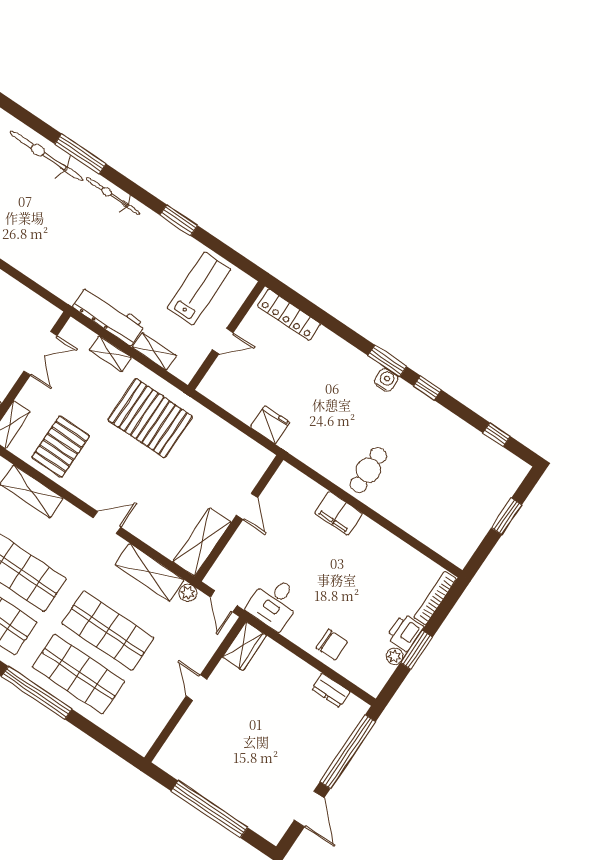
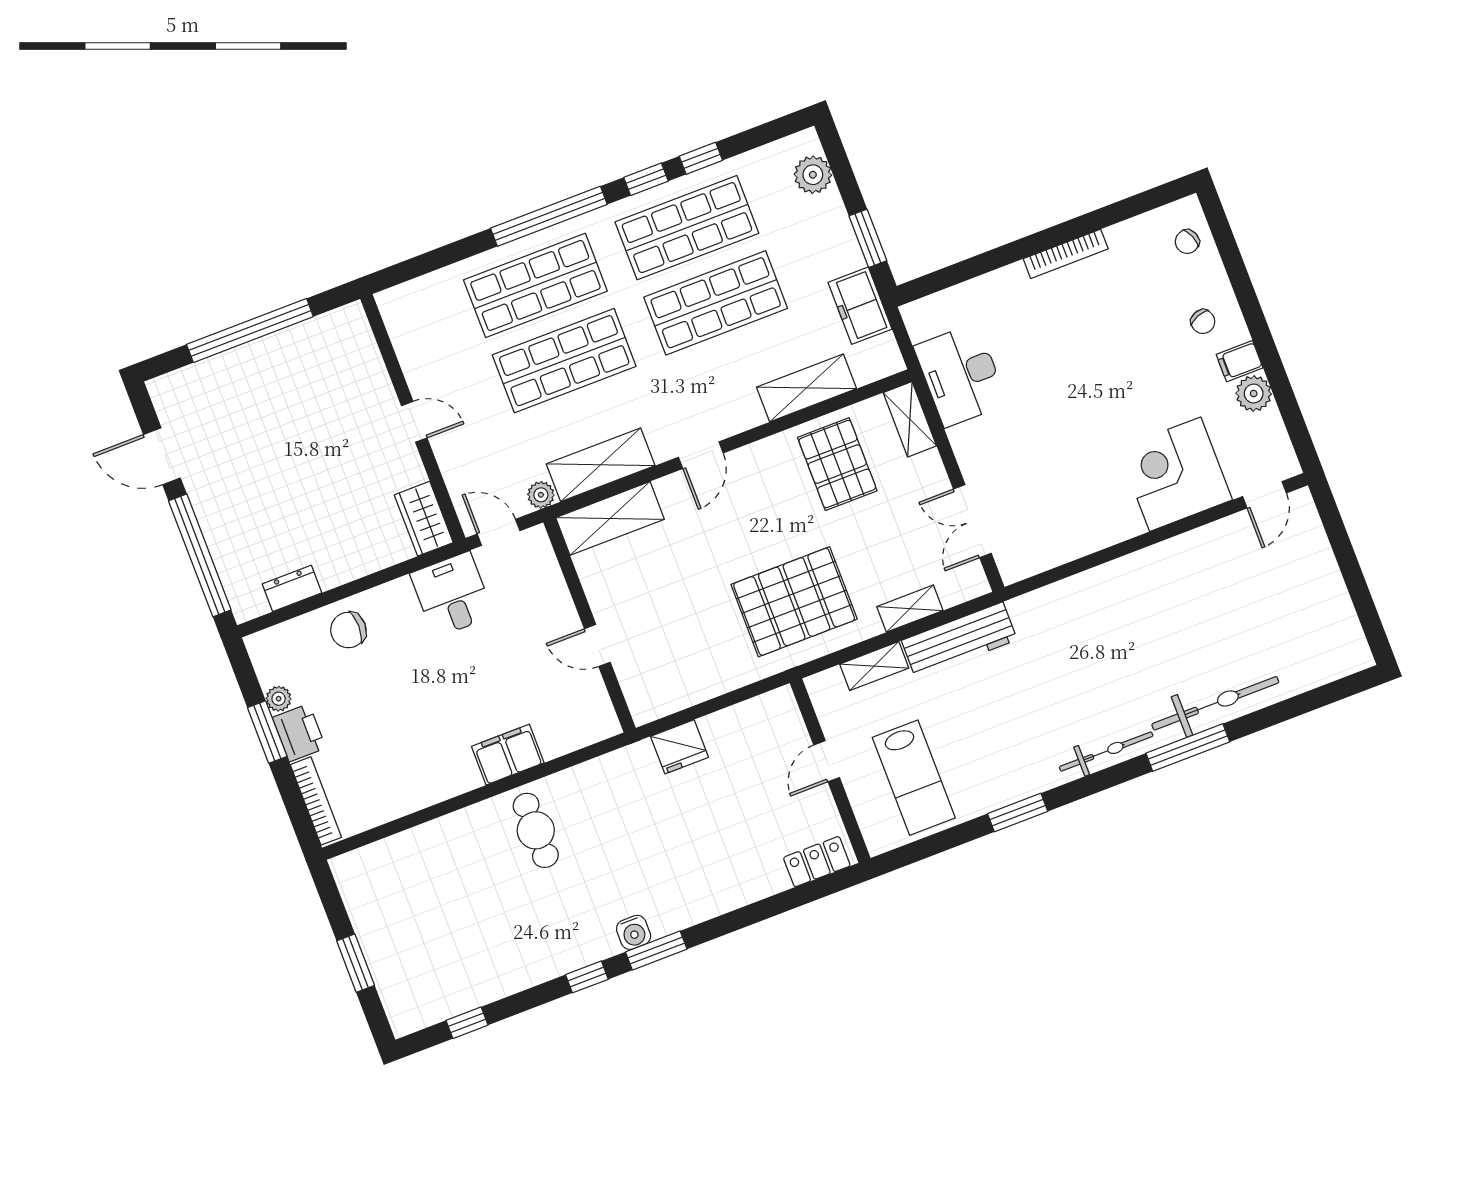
locker: (289, 315) -> (817, 862), width x0.66
shelving: (202, 542) -> (610, 518), moved, turned 90

